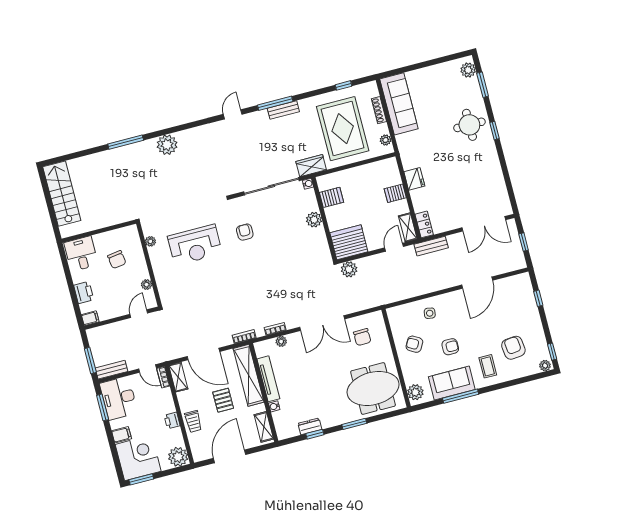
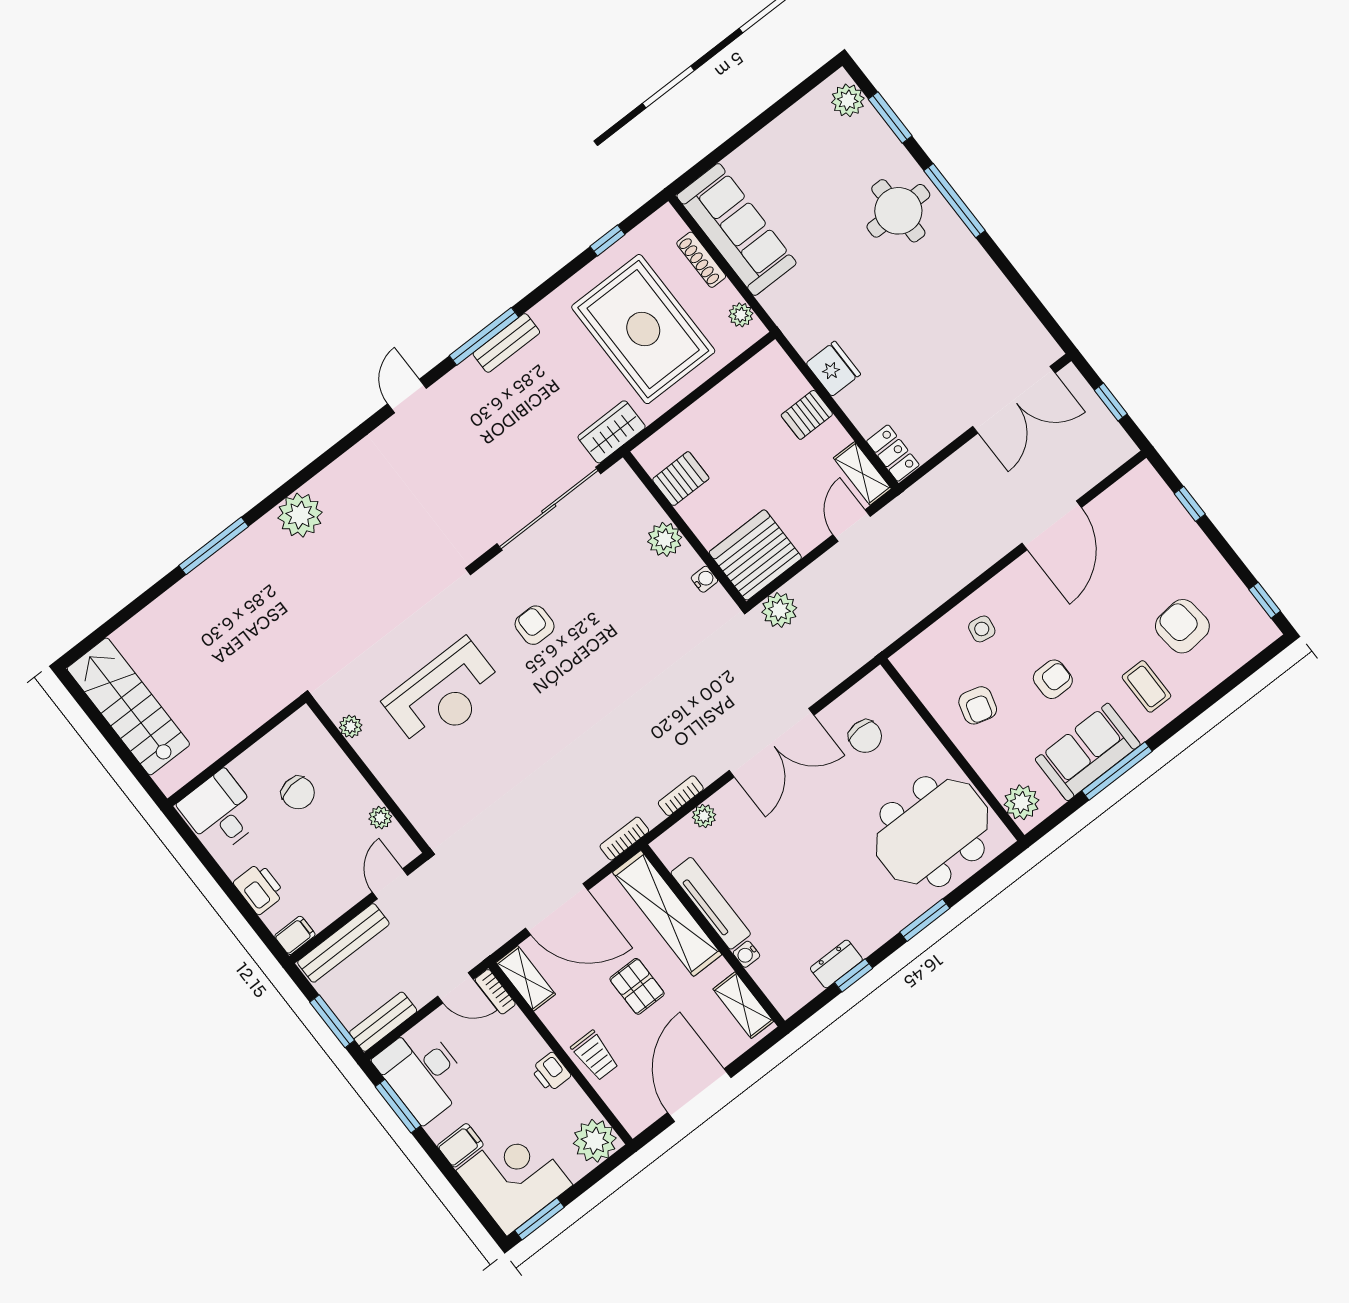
window: (495, 131) -> (954, 201), width x2.17
water cooler: (308, 184) -> (704, 579), moved
bench: (431, 246) -> (343, 943), moved, width x1.36
armchair: (414, 344) -> (978, 705), turned -104
plant: (545, 366) -> (1262, 635), removed

